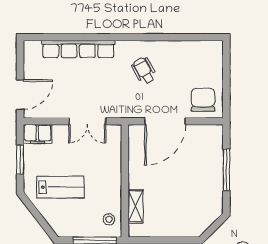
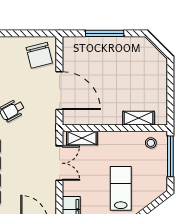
chair: (203, 100) -> (39, 55), turned -104
shelving: (114, 146) -> (82, 138), added

